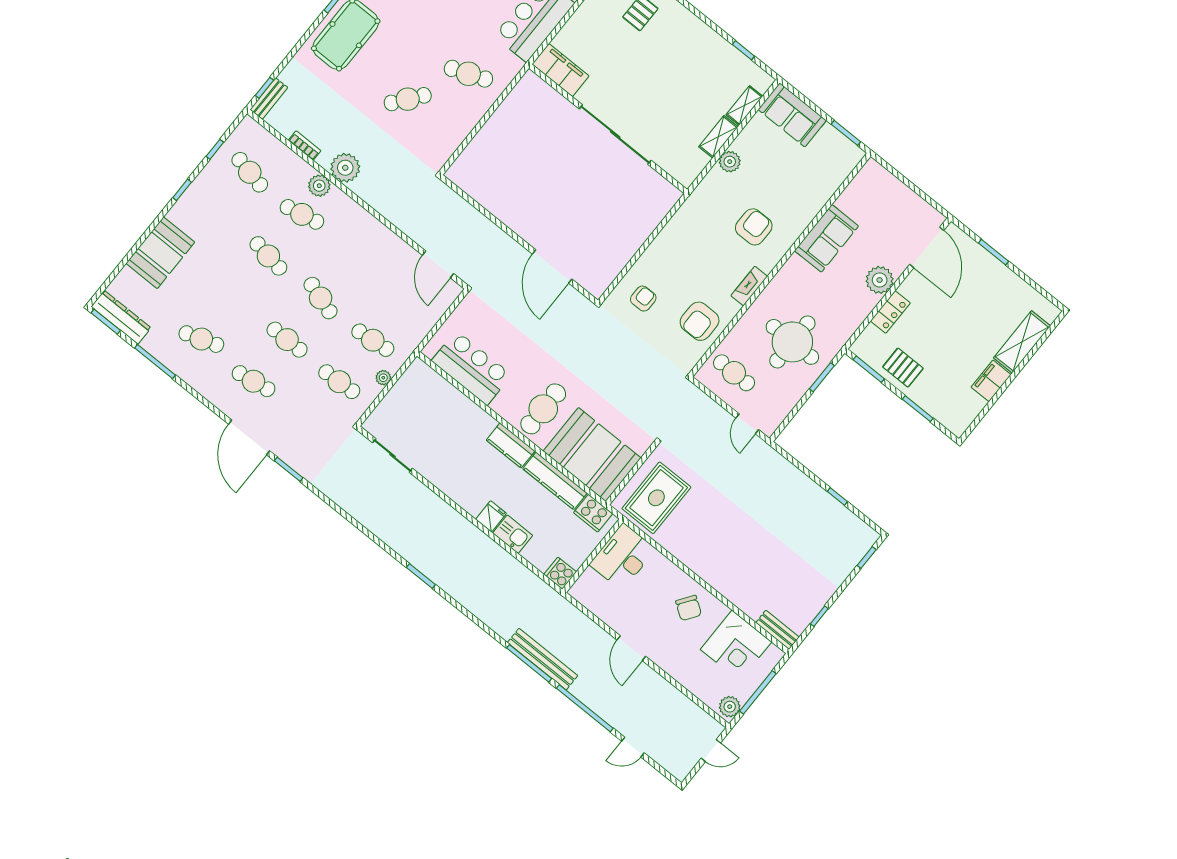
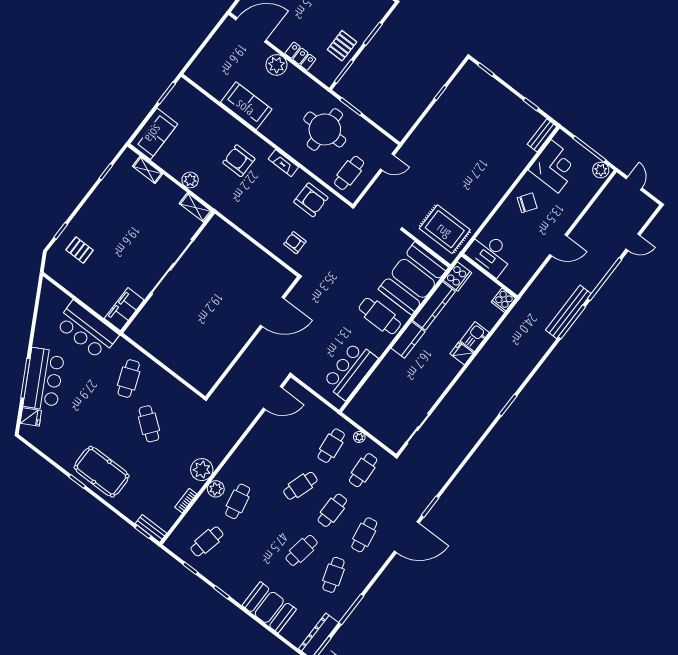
shelving: (718, 137) -> (196, 207), moved
cafe table: (268, 256) -> (302, 550), moved
door: (633, 747) -> (633, 242), hinge flipped

